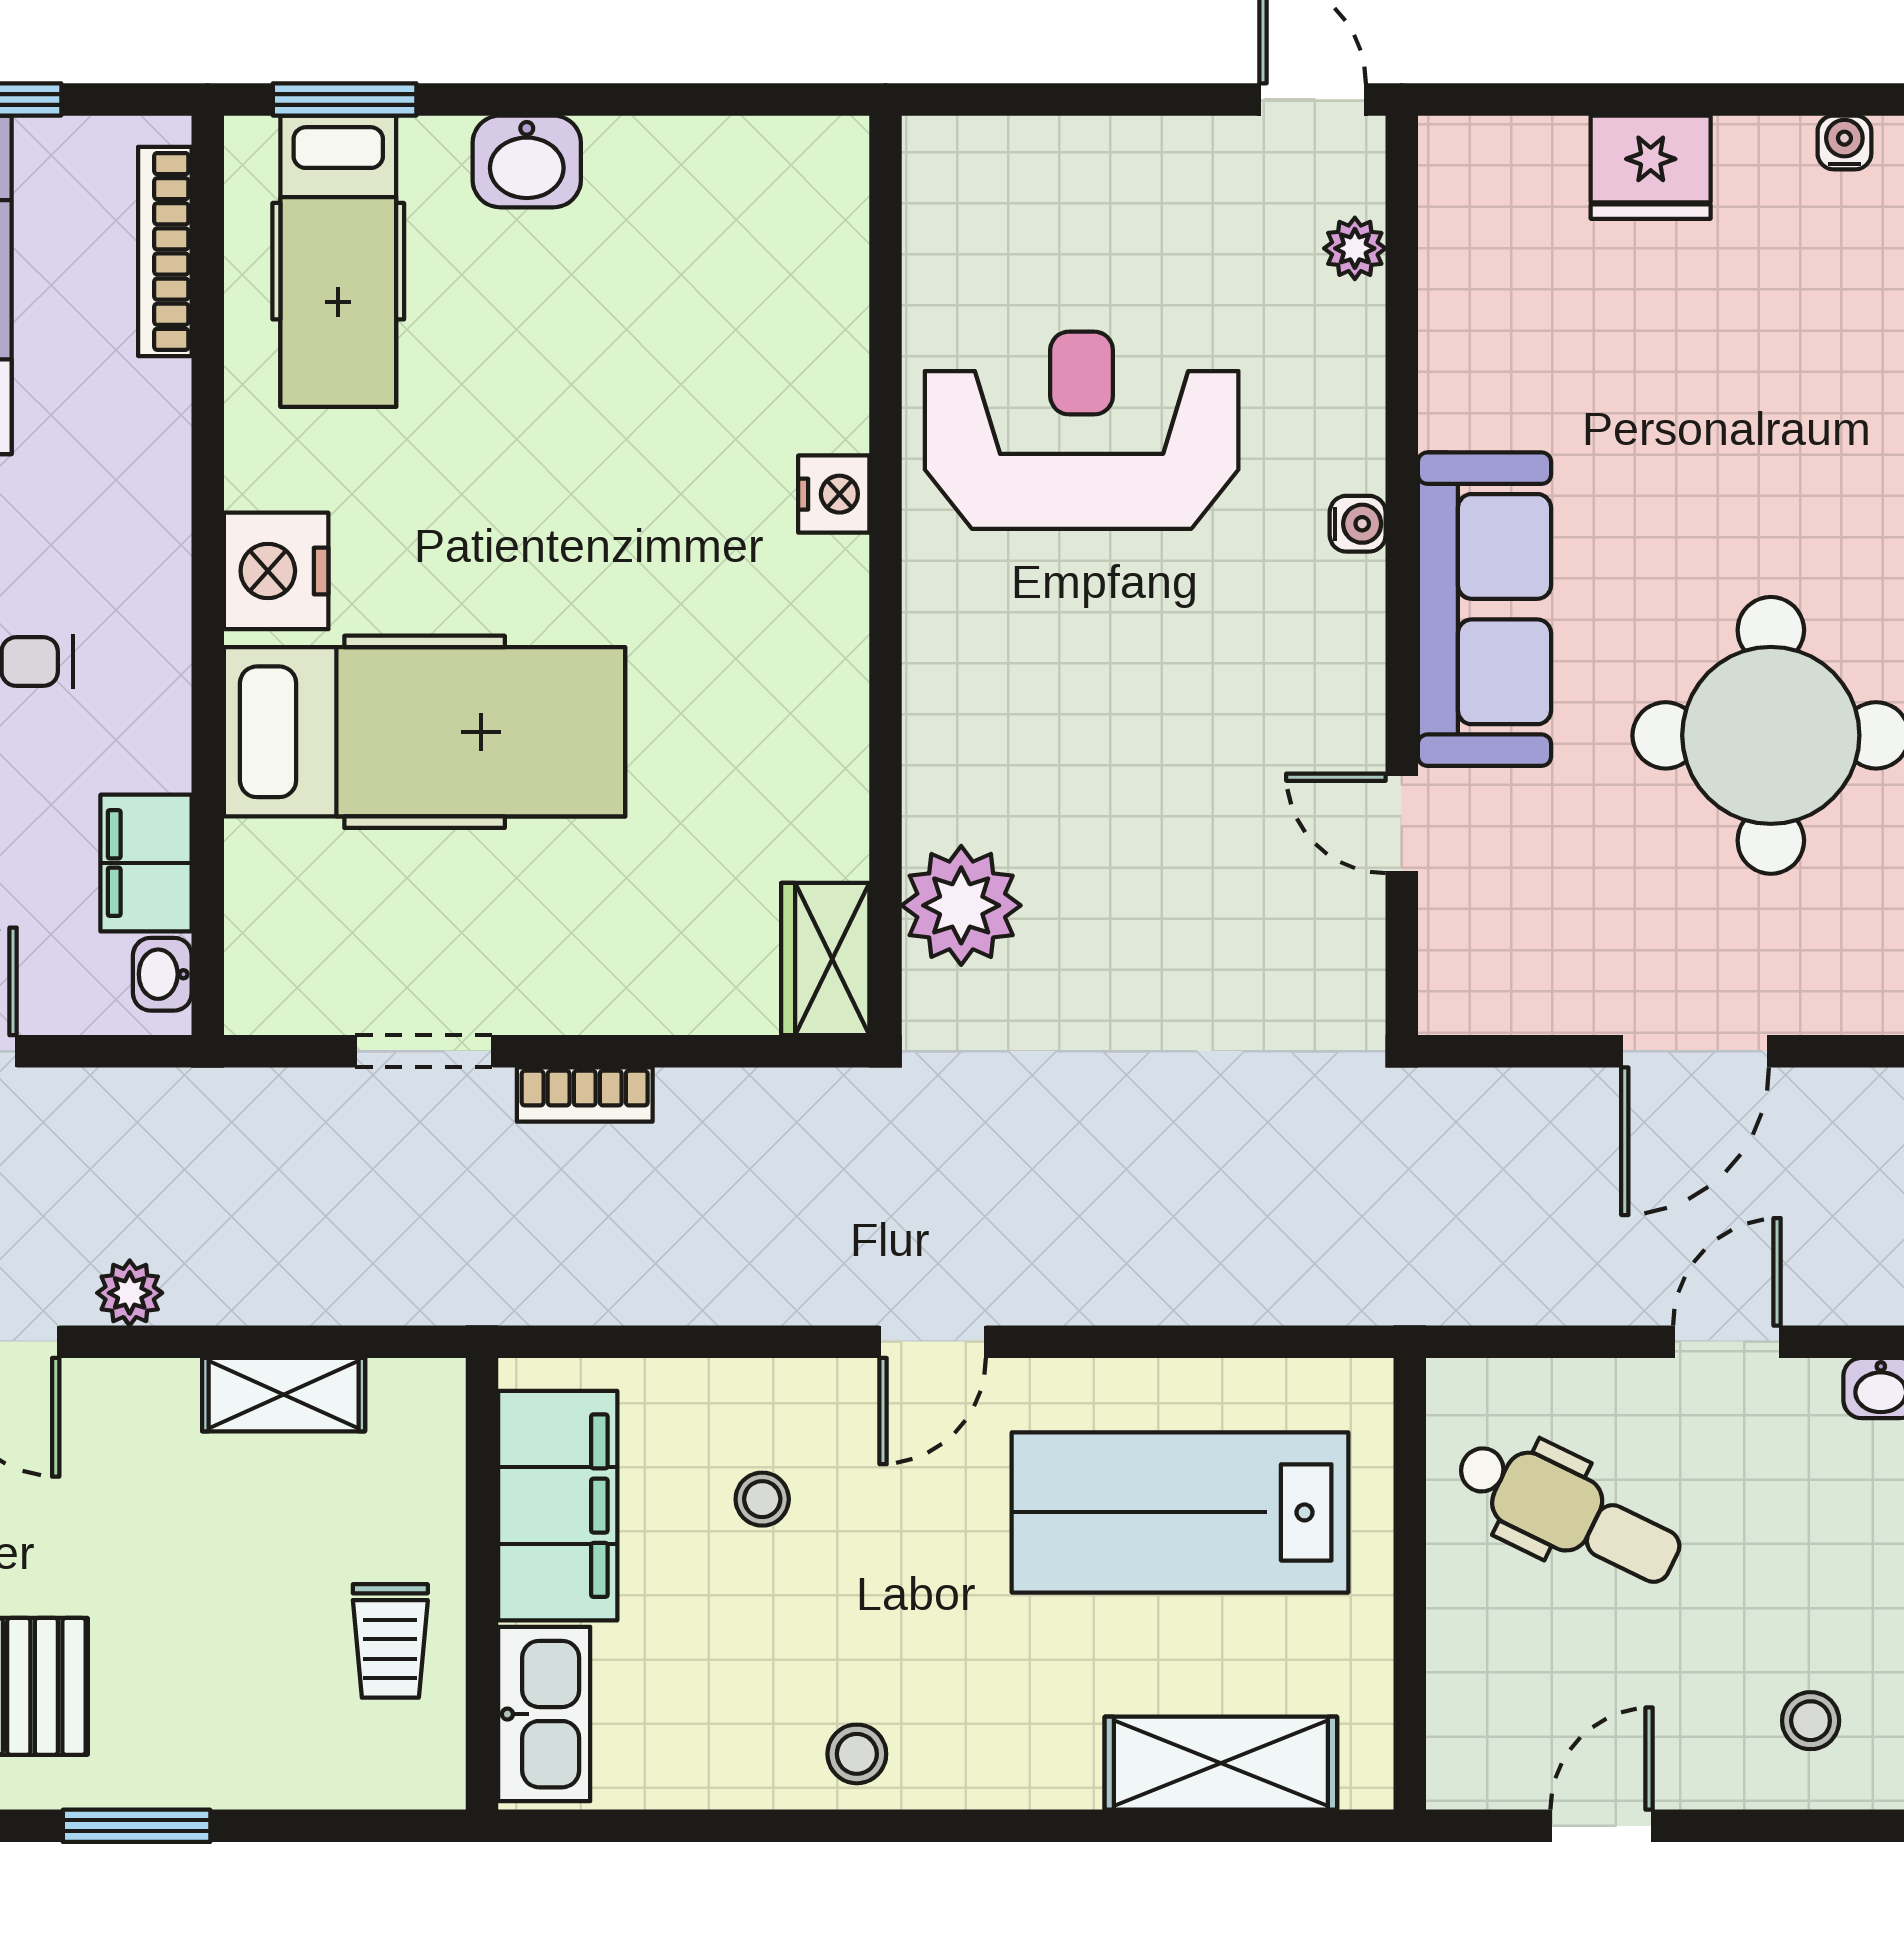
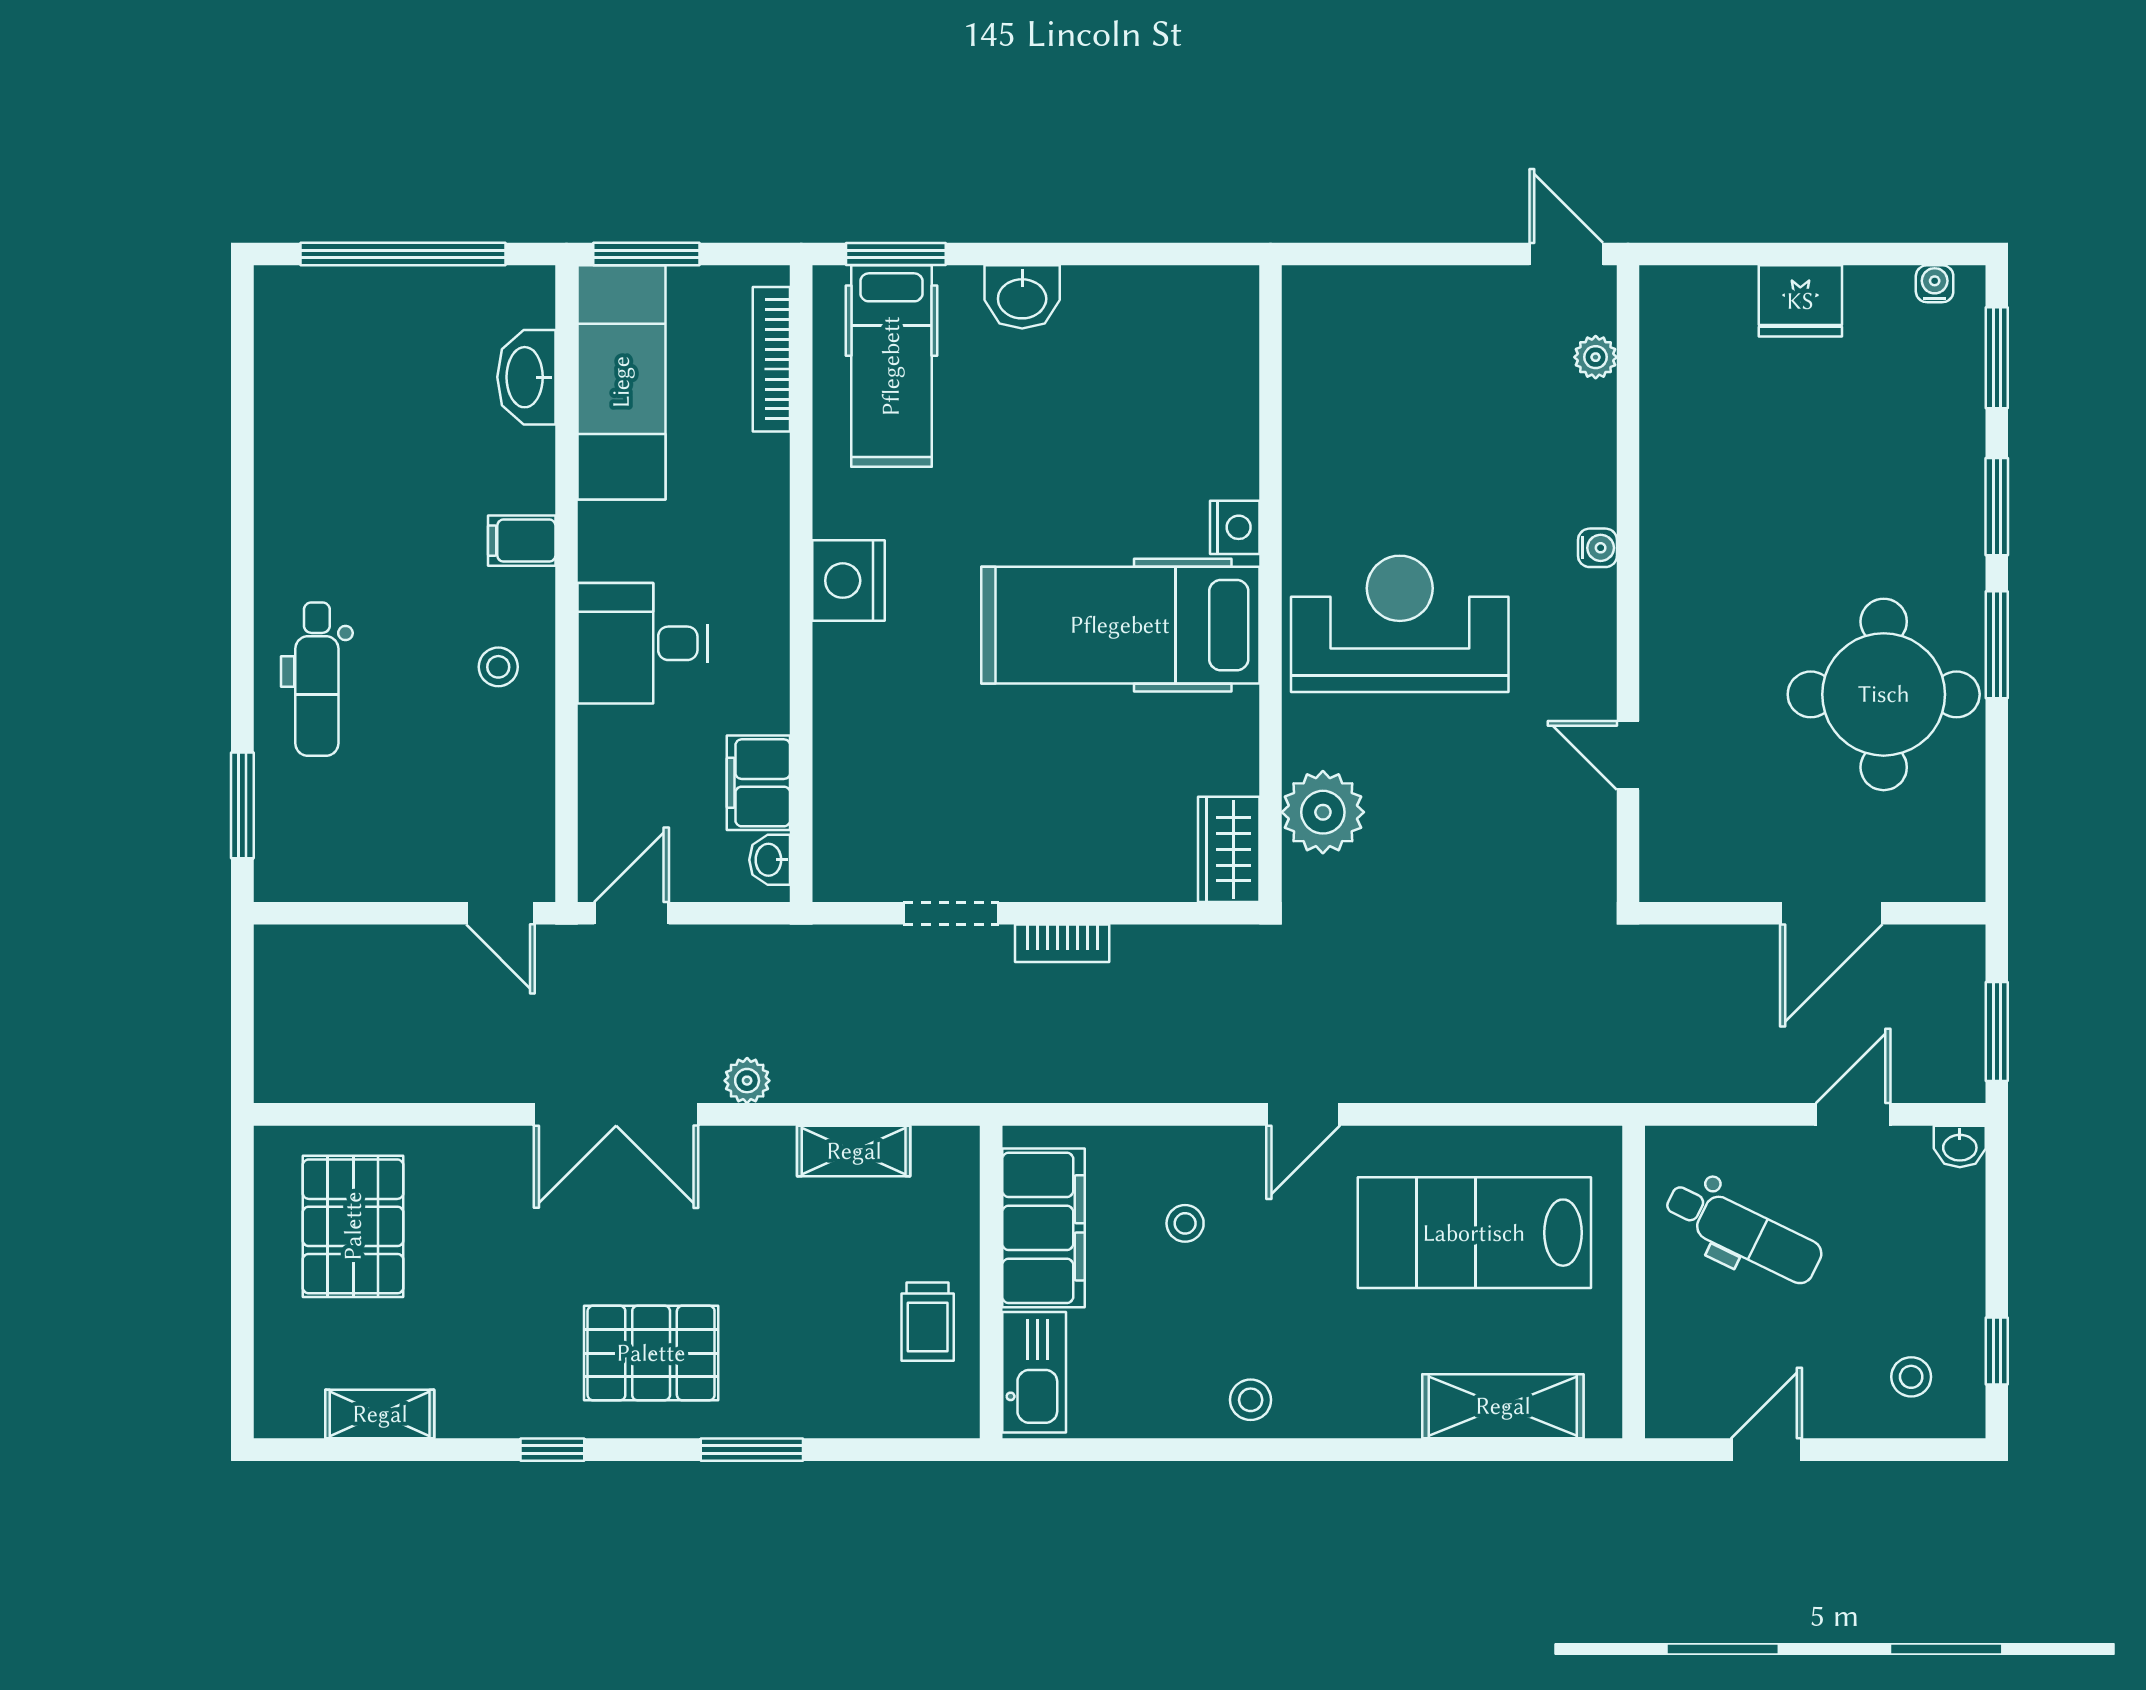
reception desk: (1082, 430) -> (1400, 624), moved
sofa: (1484, 609) -> (1685, 607), removed
hospital bed: (425, 732) -> (1120, 625), moved, turned 180

